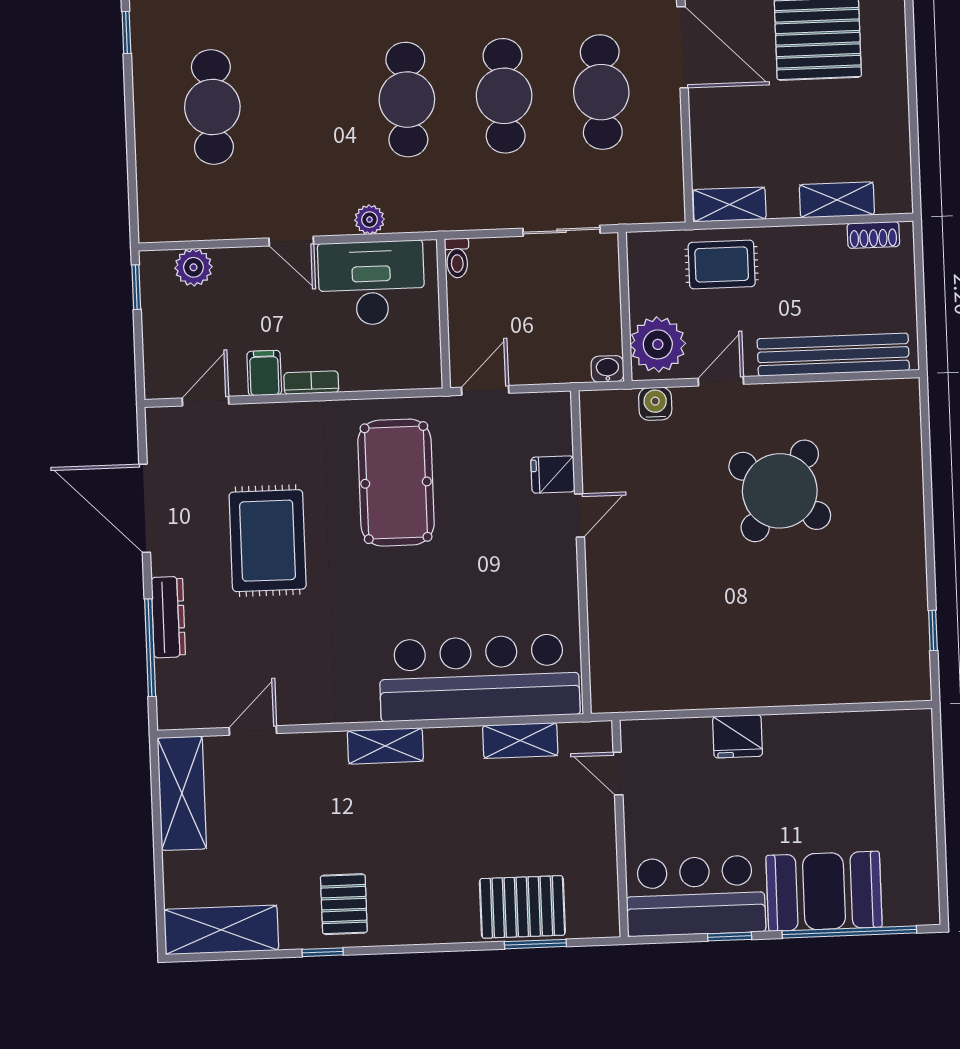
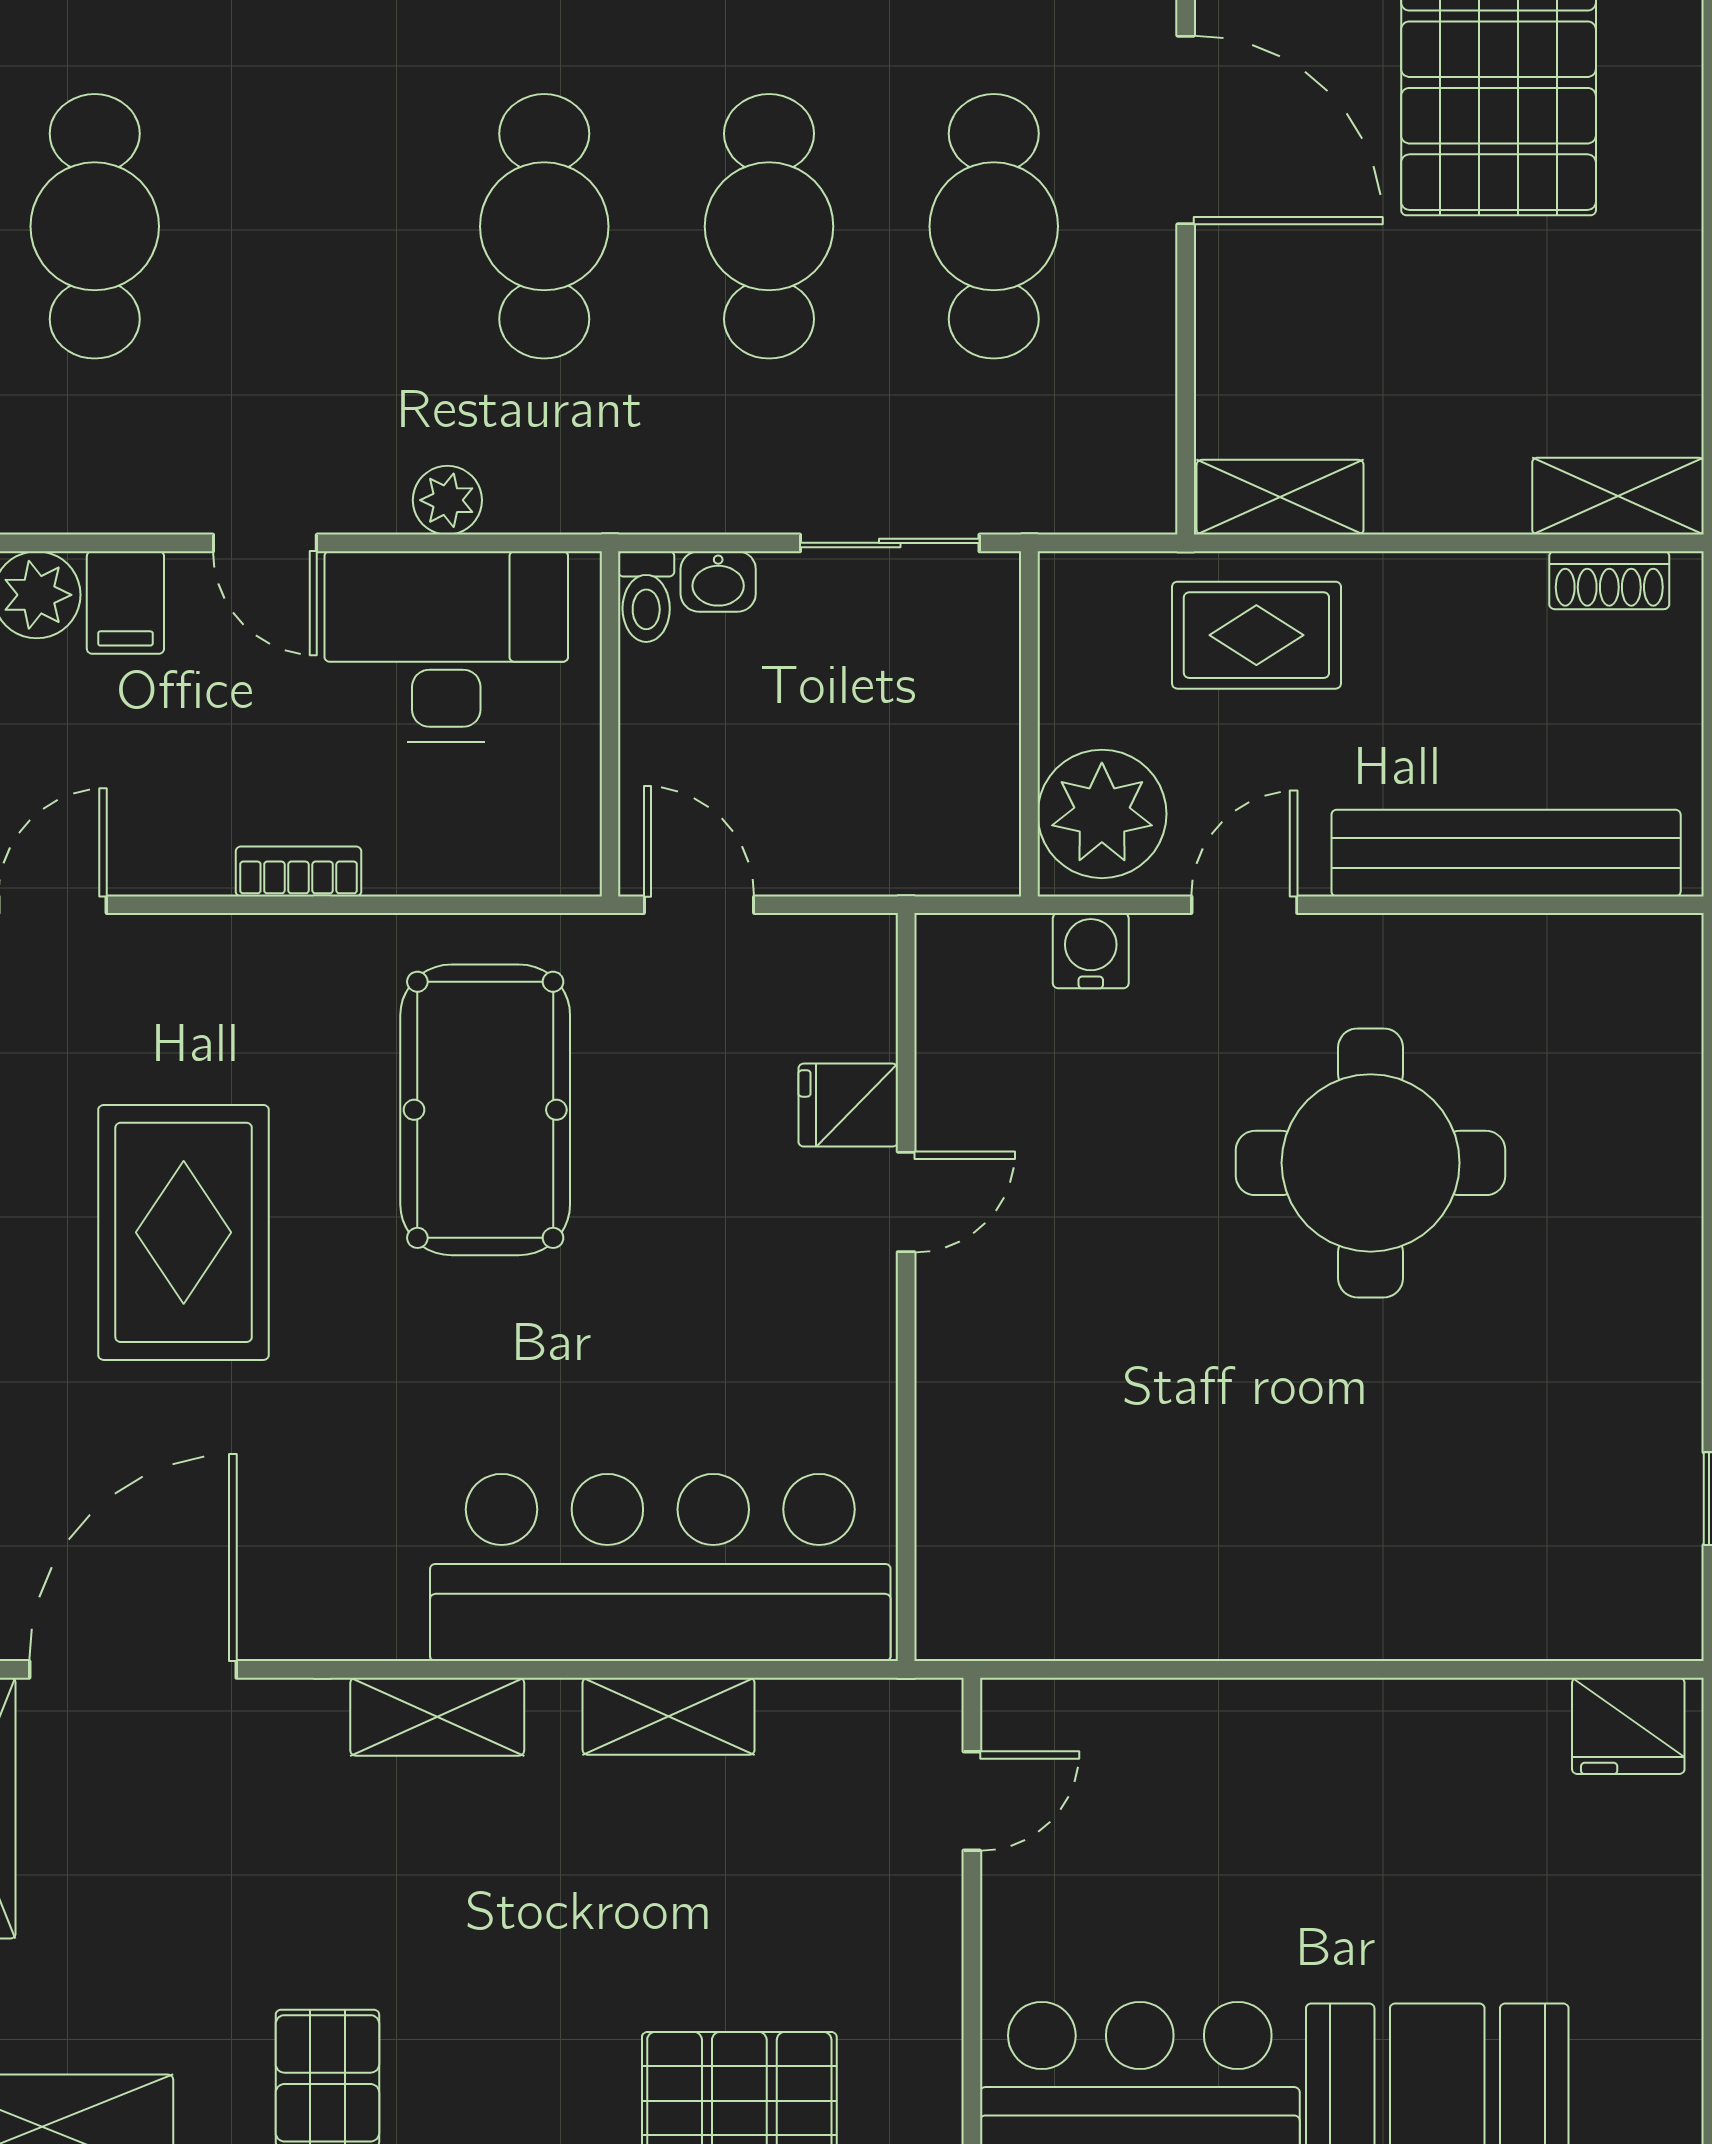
shelving: (837, 200) -> (1618, 496), moved
washbasin: (608, 369) -> (718, 581), moved, turned 180
filing cabinet: (264, 373) -> (125, 602), moved, turned 180
door: (485, 390) -> (699, 905), hinge flipped
round table: (780, 491) -> (1371, 1163), turned -36
door: (253, 730) -> (133, 1669), width x1.87
fridge: (738, 736) -> (1628, 1726), moved
shelving: (520, 741) -> (669, 1716), moved
door: (618, 773) -> (972, 1801), swing flipped

